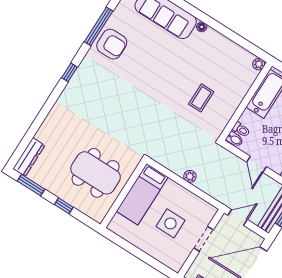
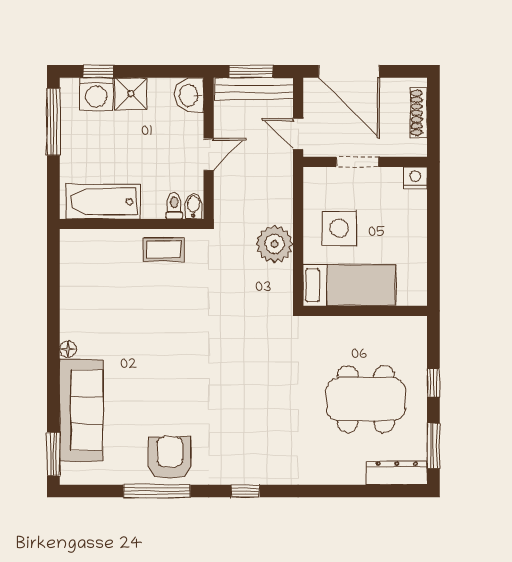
plant: (259, 64) -> (69, 239), removed
coffee table: (201, 98) -> (163, 249), moved
dining table: (96, 173) -> (366, 399), moved, turned 90
plant: (190, 176) -> (275, 244), width x1.88, depth x1.88
side table: (170, 223) -> (339, 228), moved
nightstand: (176, 264) -> (415, 178), added

